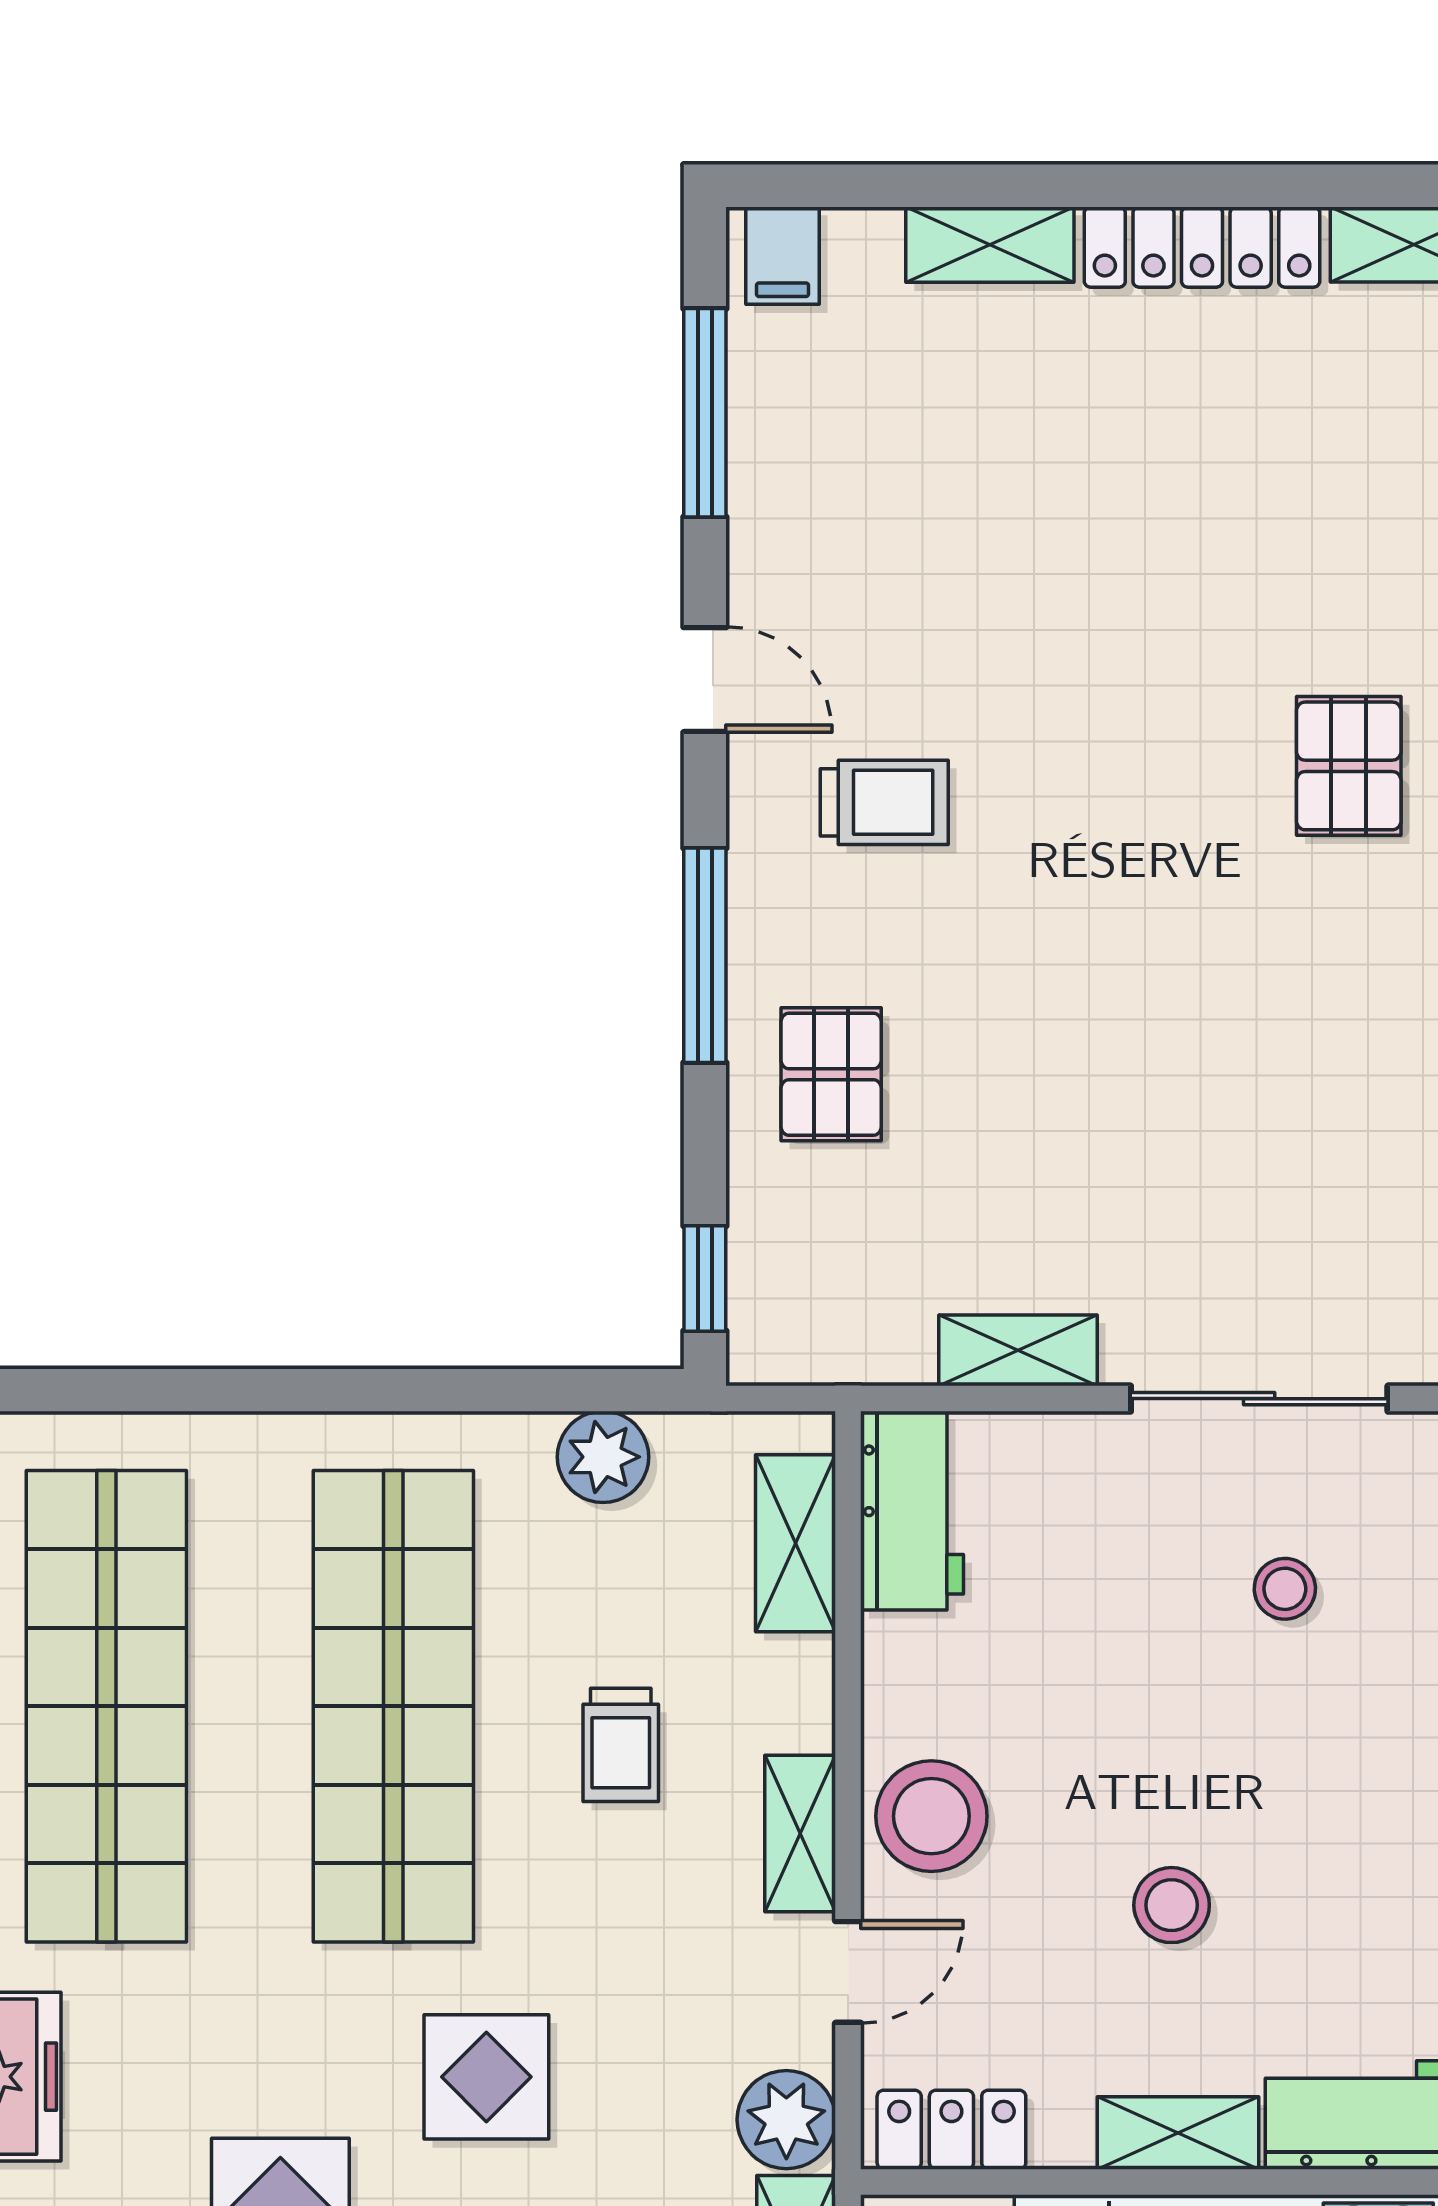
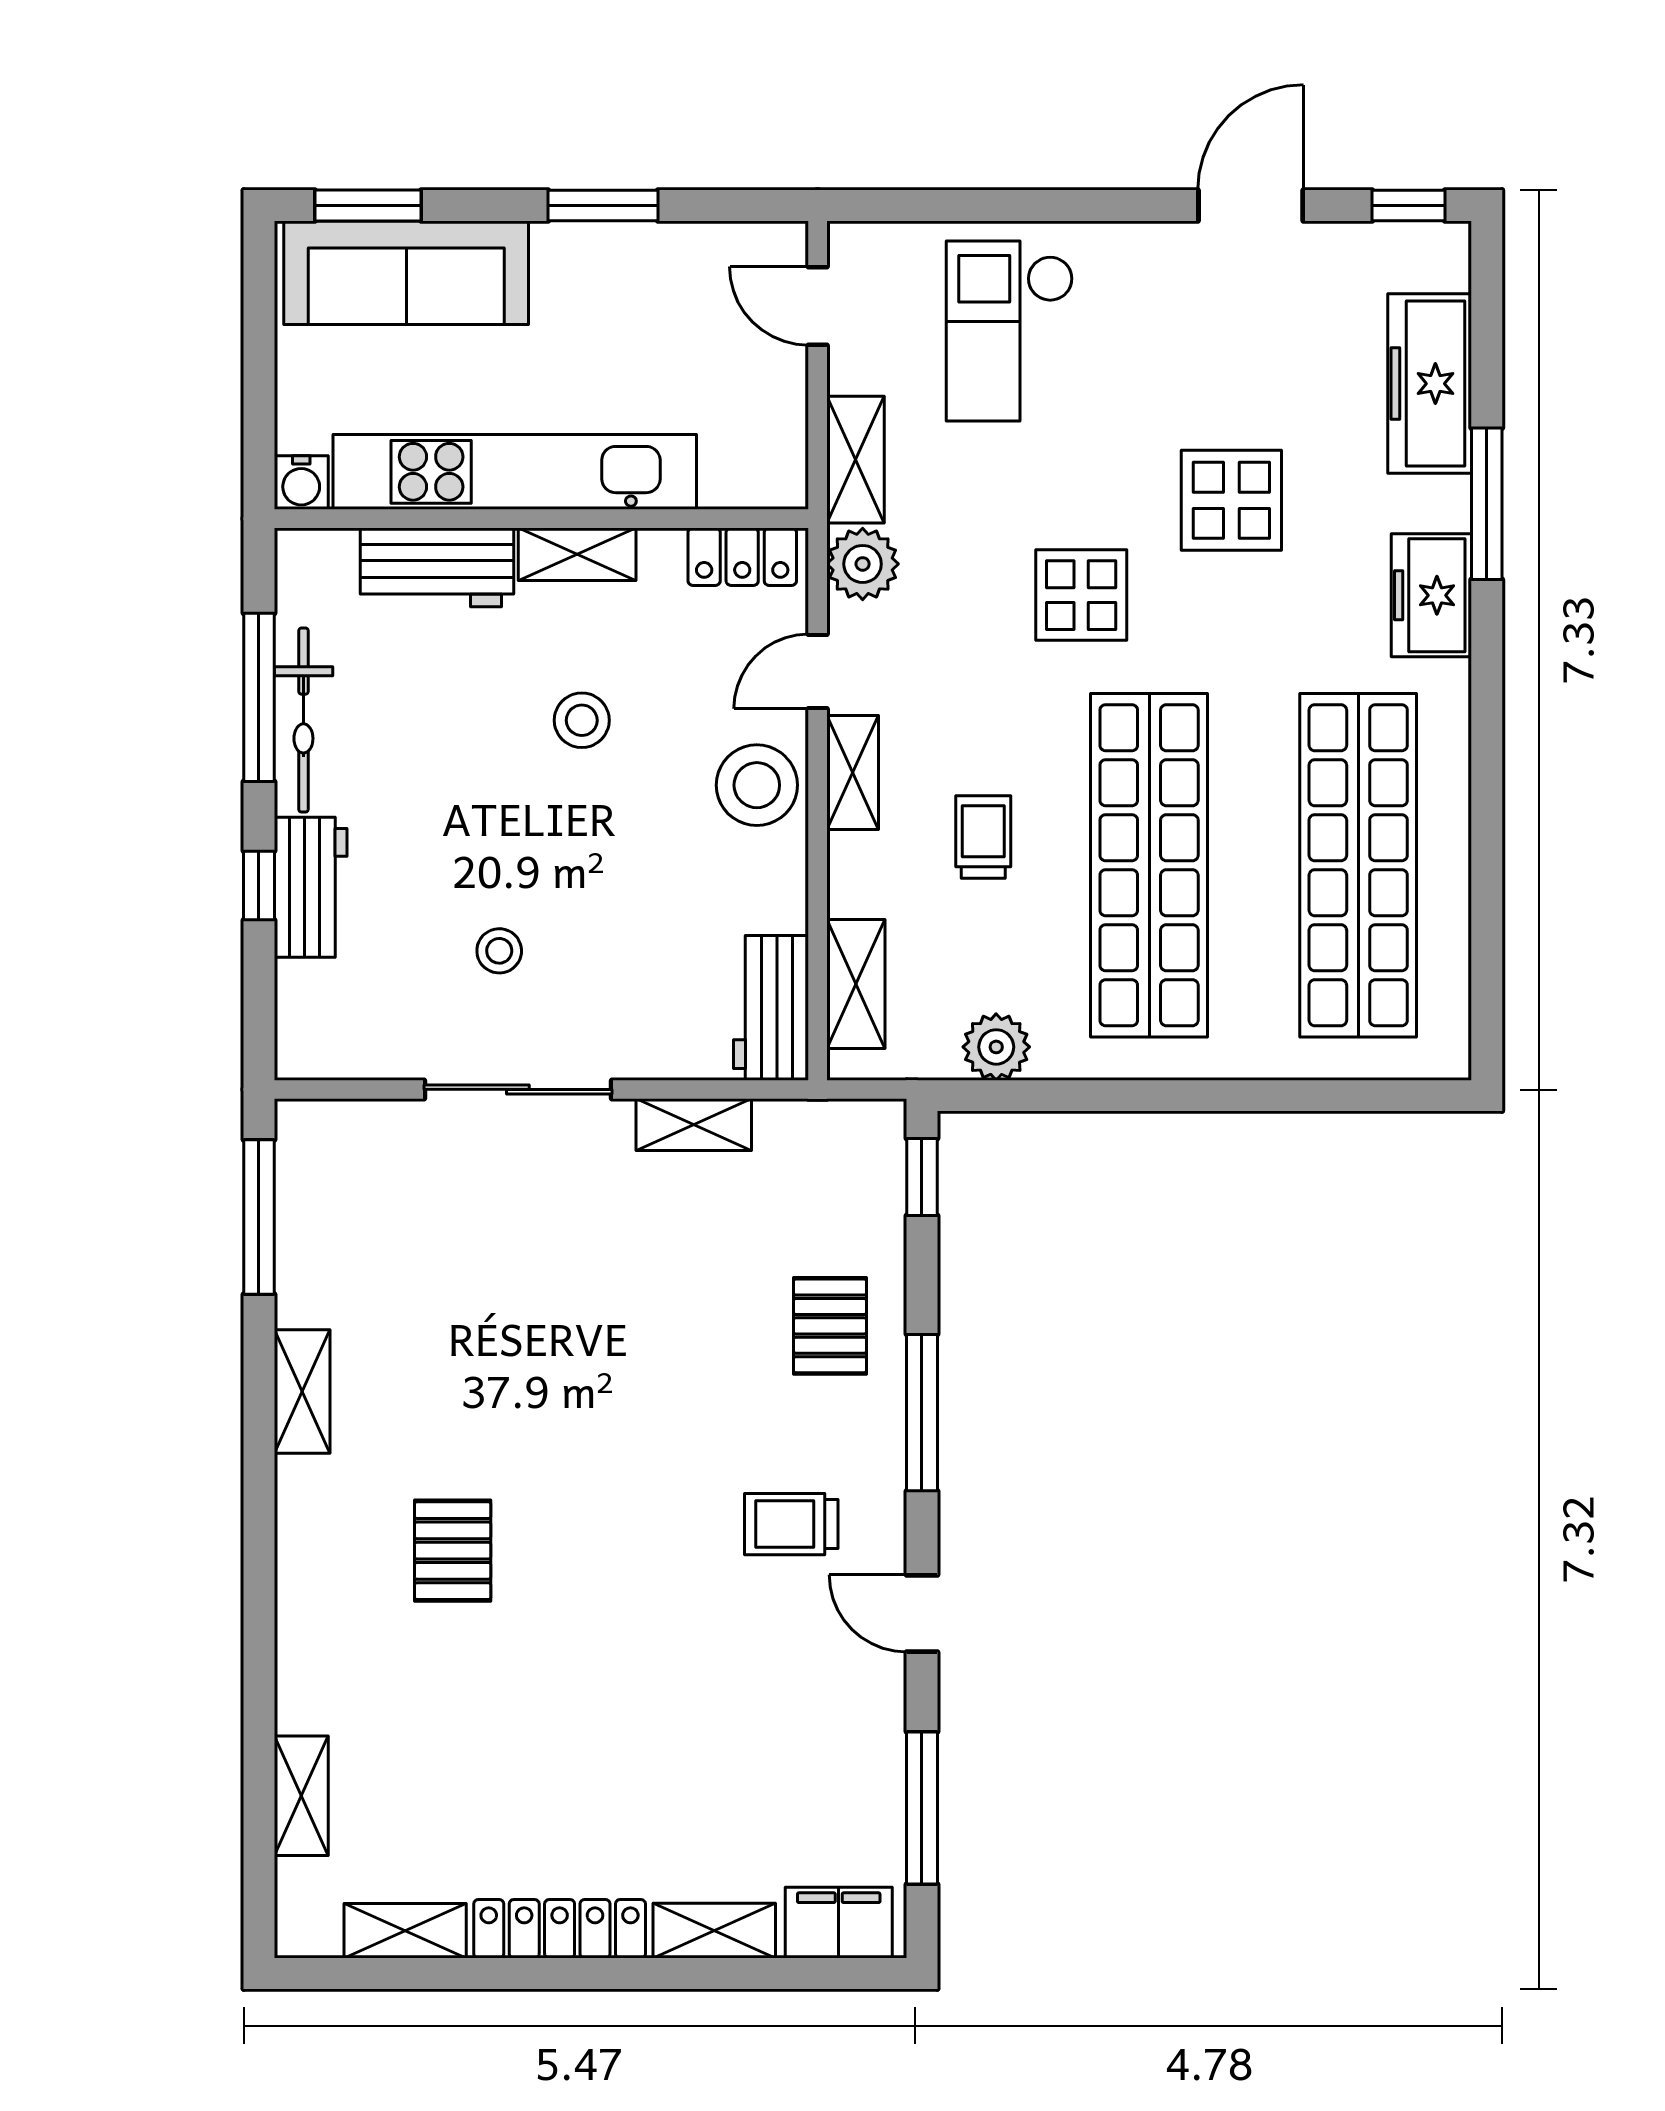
filing cabinet: (782, 256) -> (839, 1923), width x2.00

